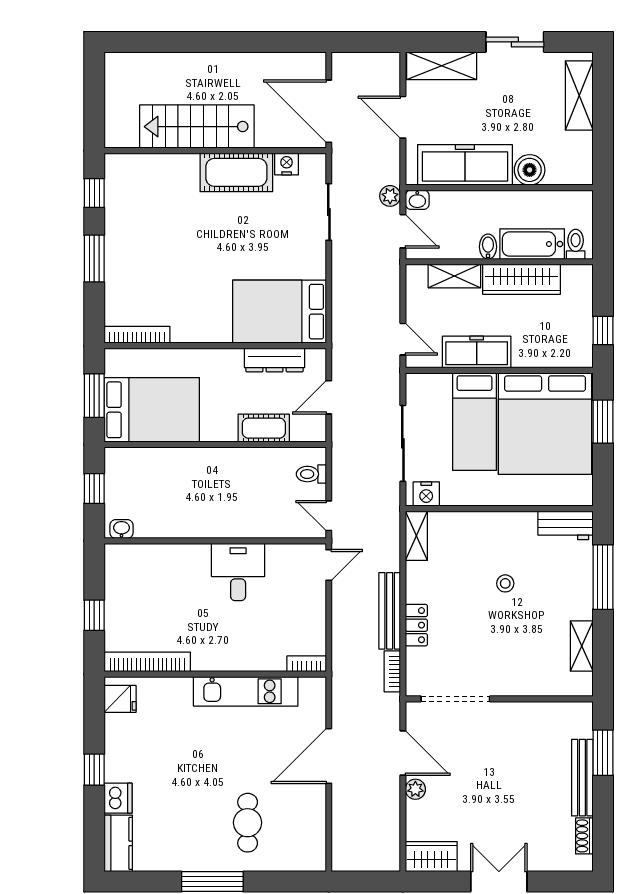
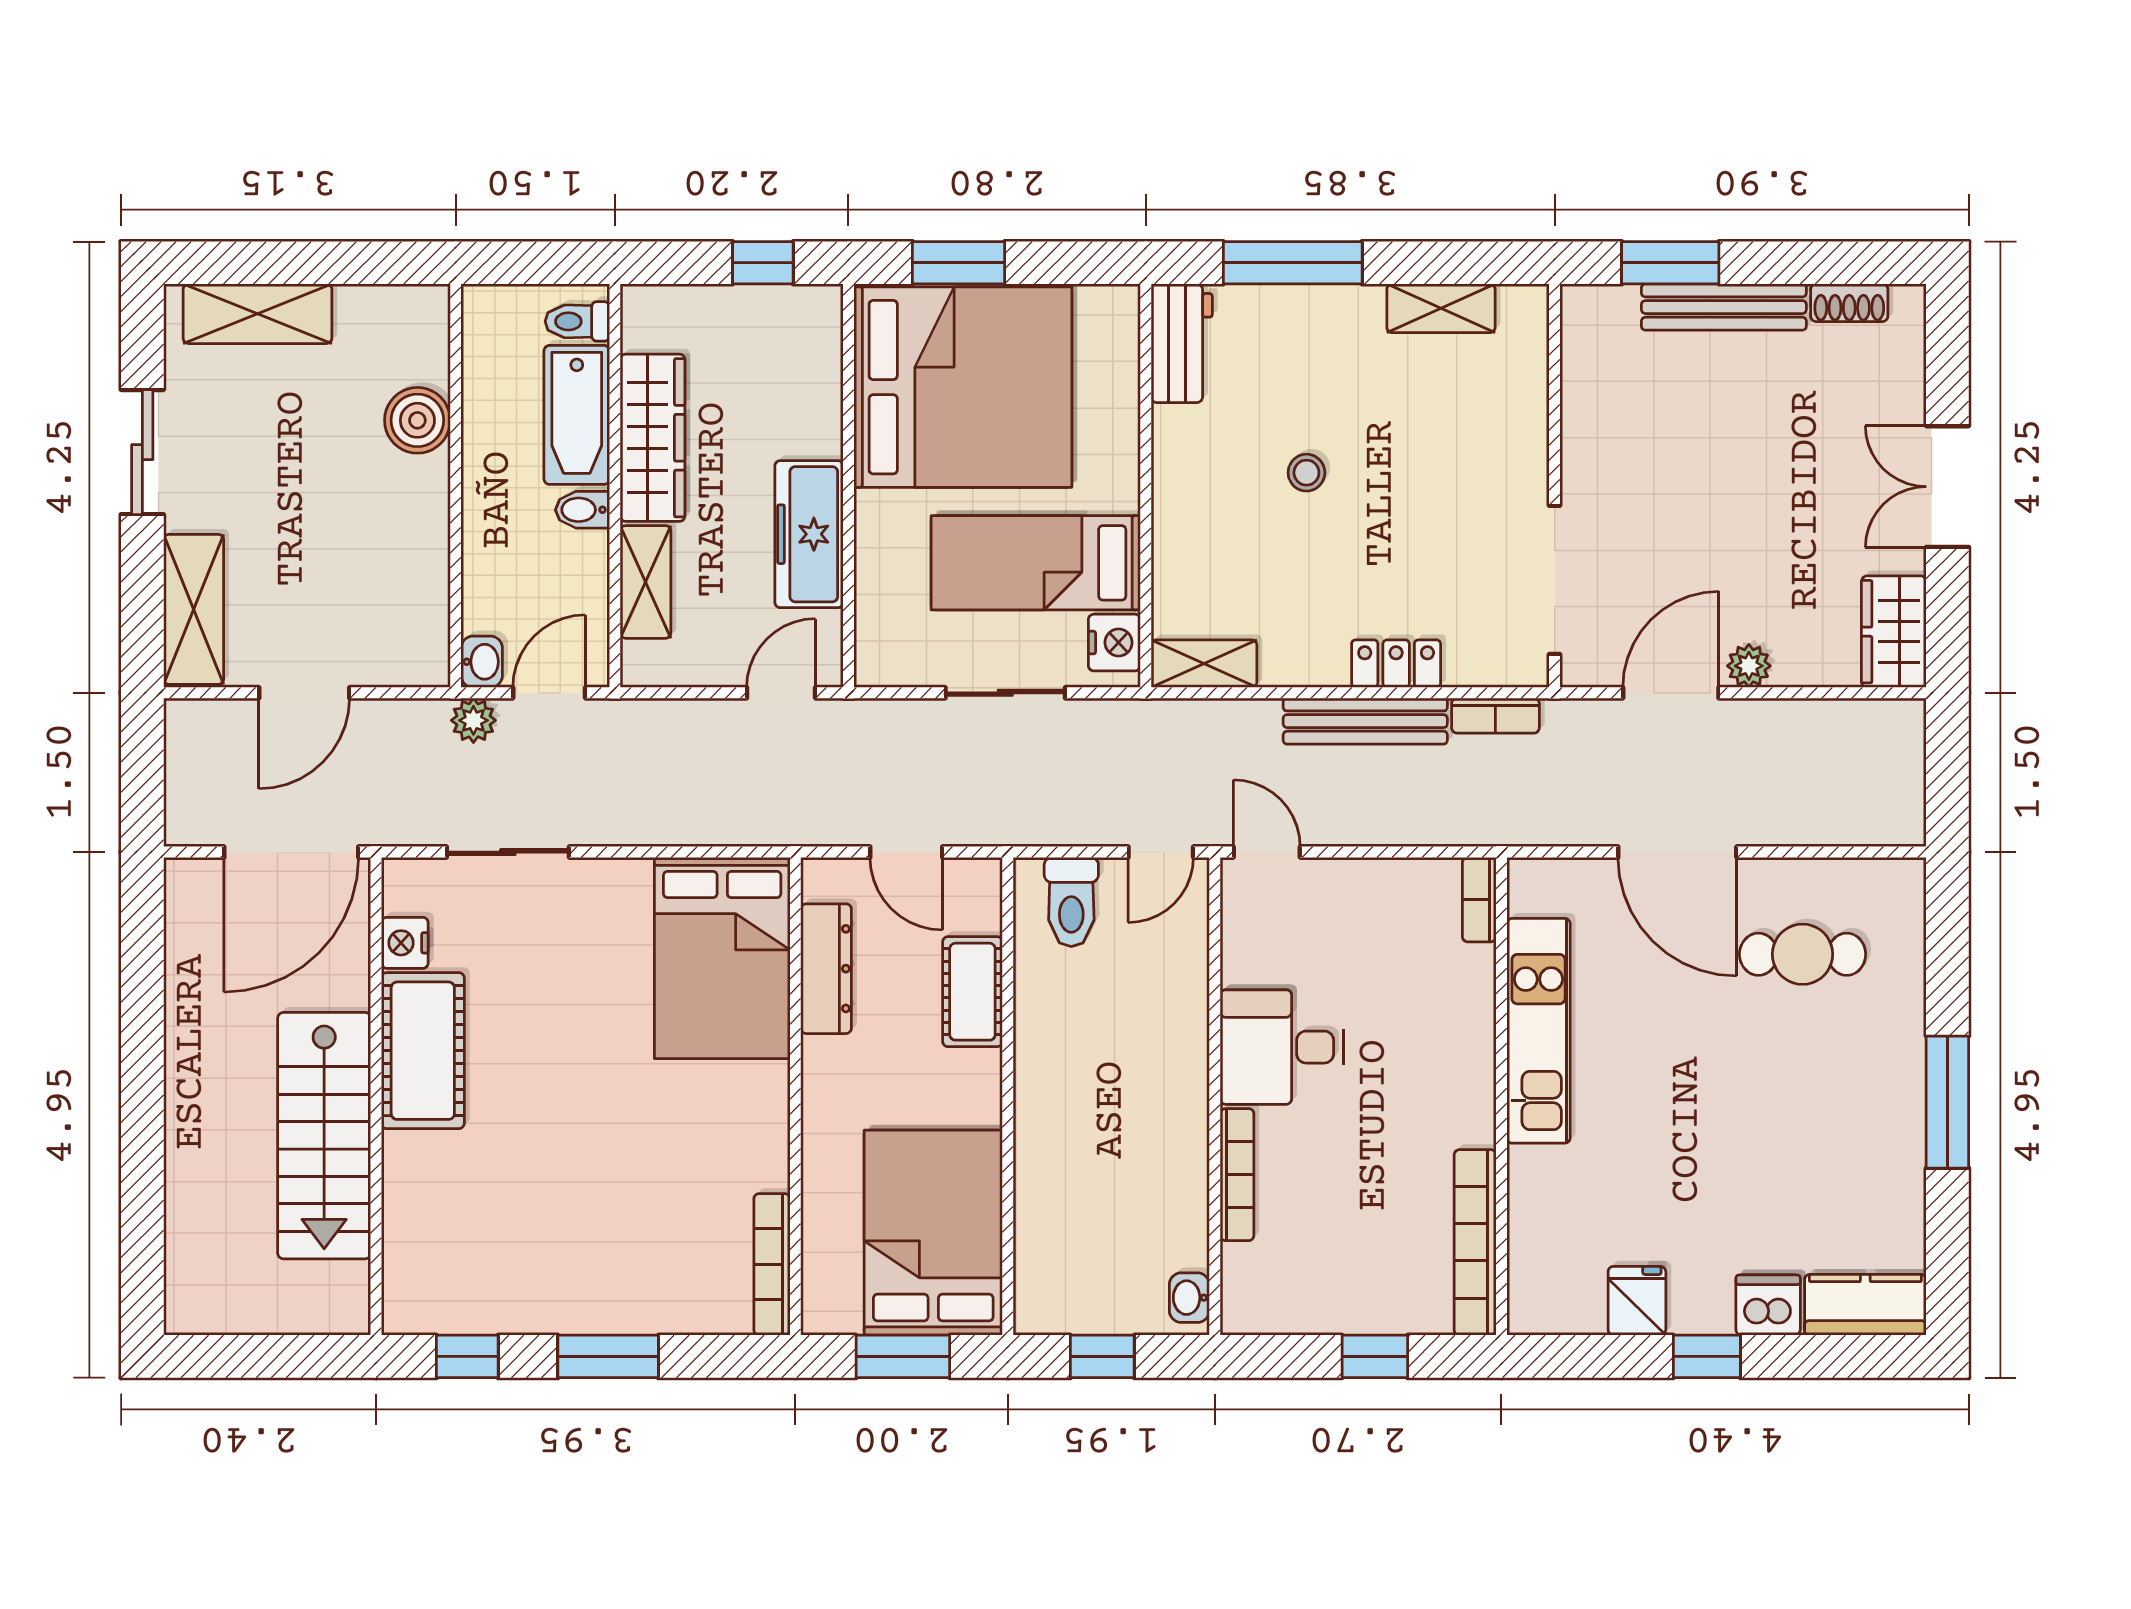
freezer: (465, 165) -> (407, 559), removed
bed: (474, 422) -> (1036, 563), moved, turned 180
sliding door: (403, 443) -> (1005, 693), width x0.73
toilet: (311, 474) -> (1071, 902), width x1.37, depth x1.39
bookcase: (179, 551) -> (1237, 1175), added
fridge: (120, 699) -> (1637, 1301), moved
cafe table: (248, 823) -> (1803, 954), moved

